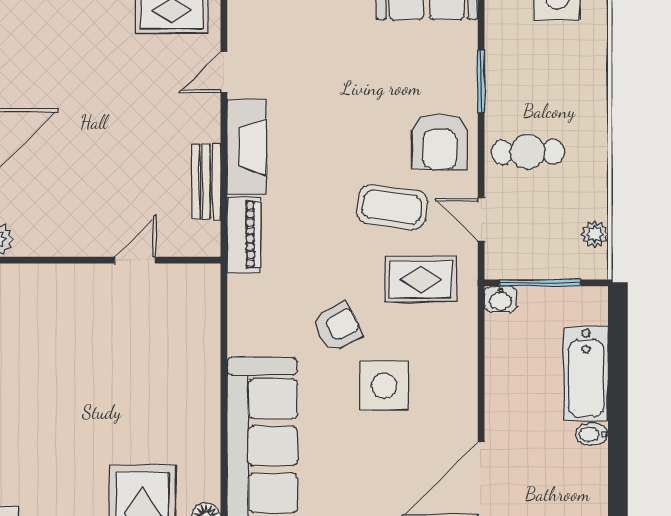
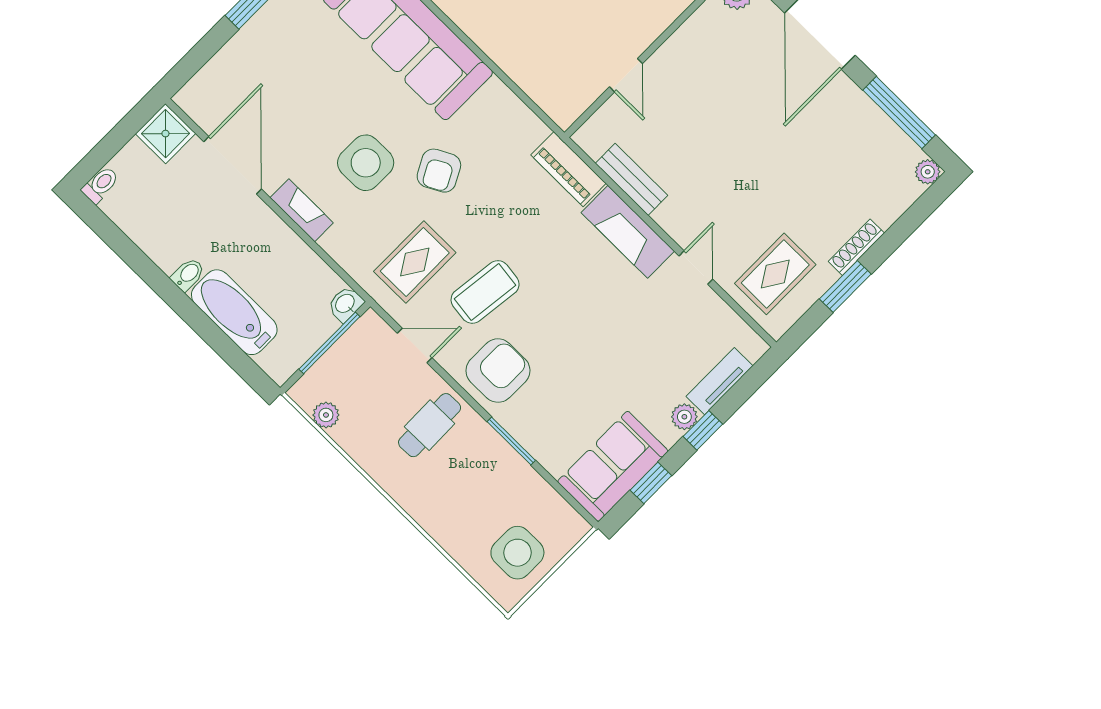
armchair: (440, 142) -> (498, 371), turned 90
fireplace: (464, 398) -> (302, 210), added

